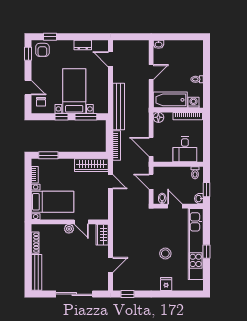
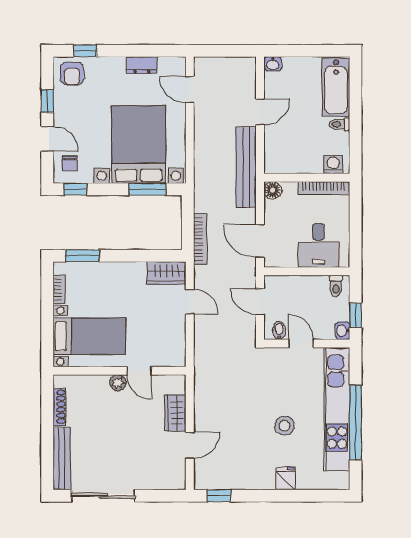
window: (28, 54) -> (47, 101), moved
bed with nightstands: (74, 91) -> (139, 145), width x1.36
bathtub: (170, 100) -> (336, 87), moved, turned -90
bench: (119, 107) -> (246, 167), moved
window: (61, 117) -> (75, 189), moved
wardrobe: (91, 165) -> (166, 273), width x0.67
wardrobe: (102, 235) -> (175, 413), moved
window: (206, 252) -> (356, 422), width x3.17
sliding door: (74, 294) -> (104, 496), moved

